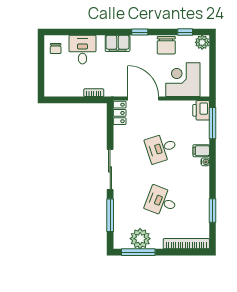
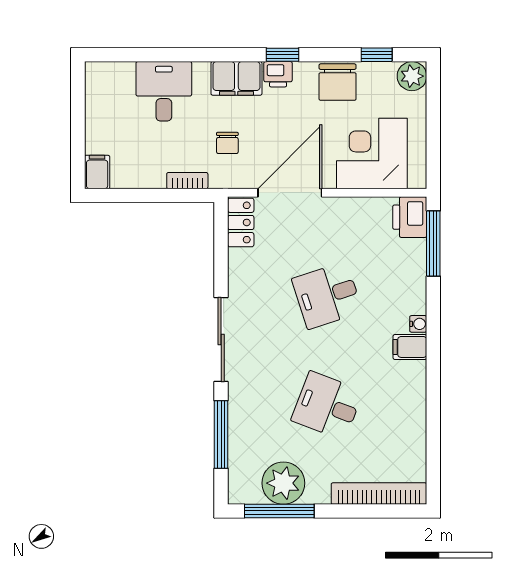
printer: (138, 41) -> (278, 74), added
chair: (56, 49) -> (227, 143), moved
filing cabinet: (50, 89) -> (97, 172), added
door: (143, 99) -> (290, 193), hinge flipped
filing cabinet: (201, 151) -> (410, 347), moved
window: (212, 211) -> (433, 425), removed

